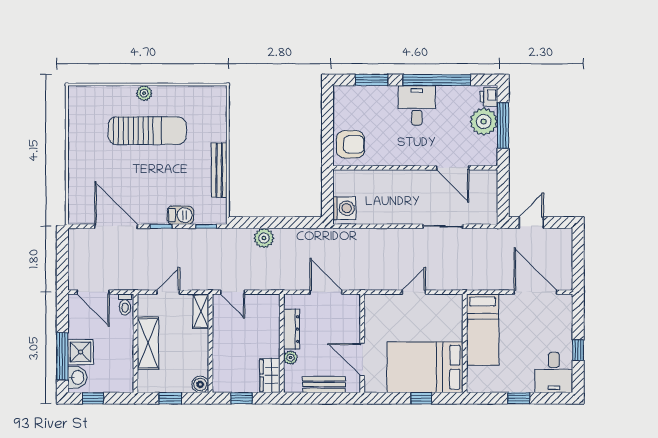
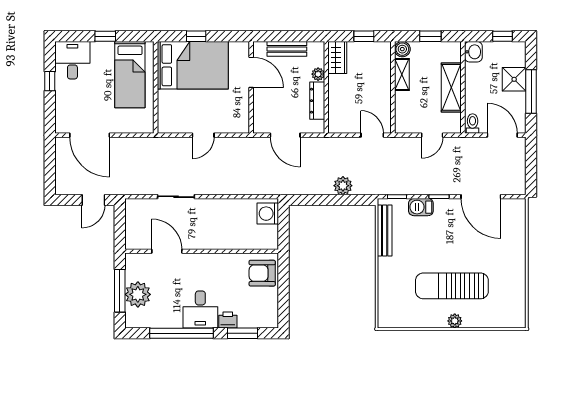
printer: (489, 97) -> (228, 320), moved, turned -90
bench: (219, 170) -> (385, 231), moved
shelving: (201, 311) -> (402, 74), moved
bed: (483, 330) -> (130, 75), moved, turned 180
window: (62, 356) -> (531, 91), moved
washbasin: (77, 377) -> (473, 52), moved, turned 180

